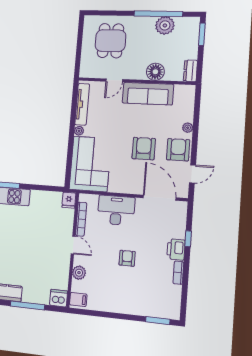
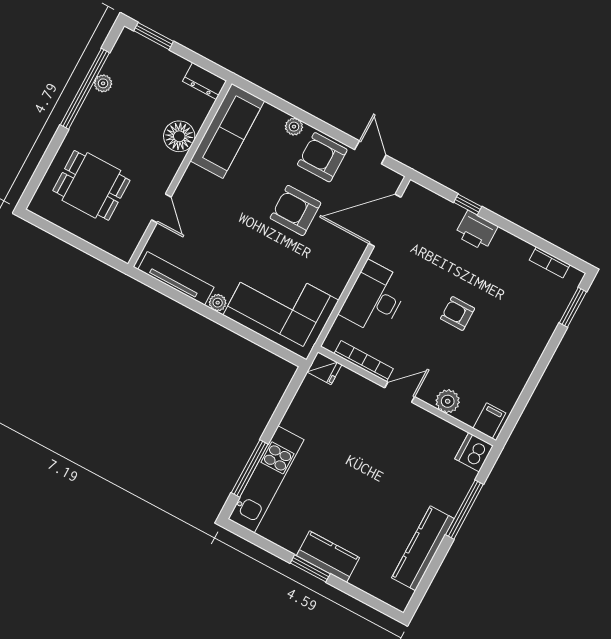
plant: (165, 25) -> (103, 83), width x0.53, depth x0.53
sofa: (148, 94) -> (227, 131), moved
bookcase: (178, 273) -> (550, 262), moved

